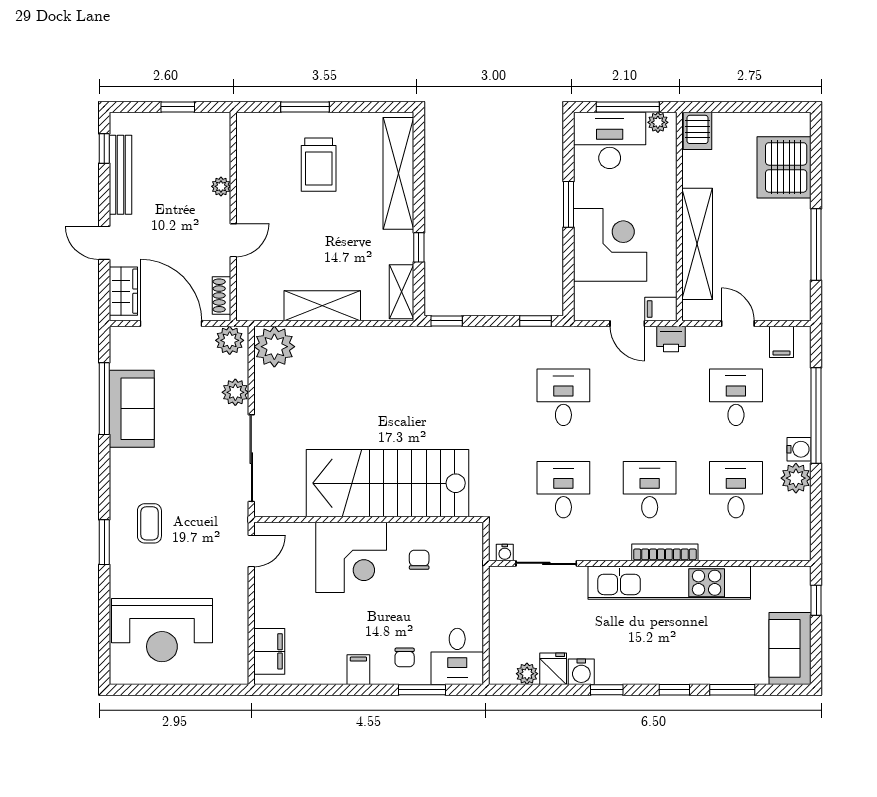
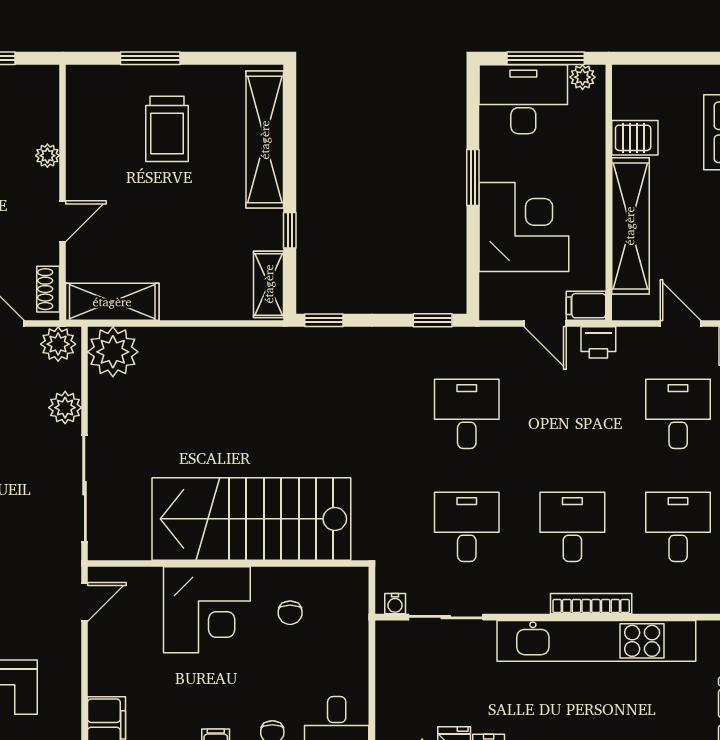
server rack: (698, 131) -> (635, 138), moved, turned -90
shelving: (322, 306) -> (112, 302), moved
chair: (419, 560) -> (290, 613), turned 180

